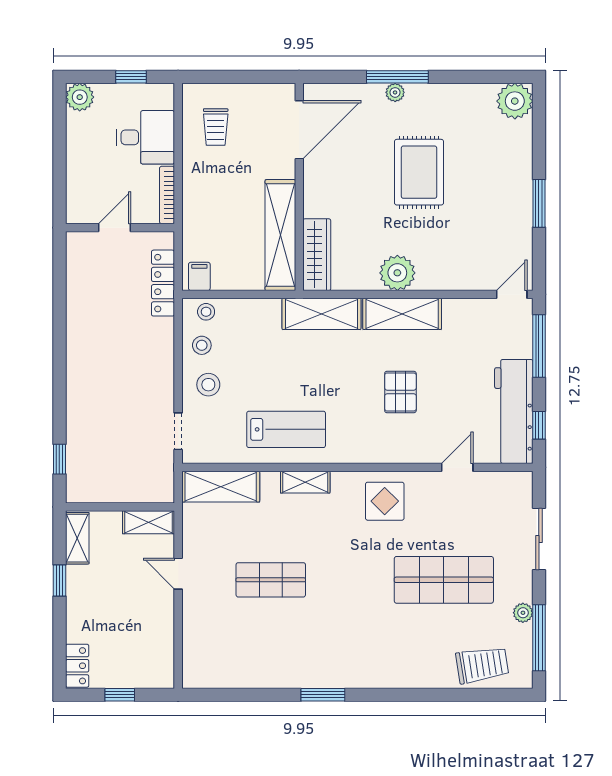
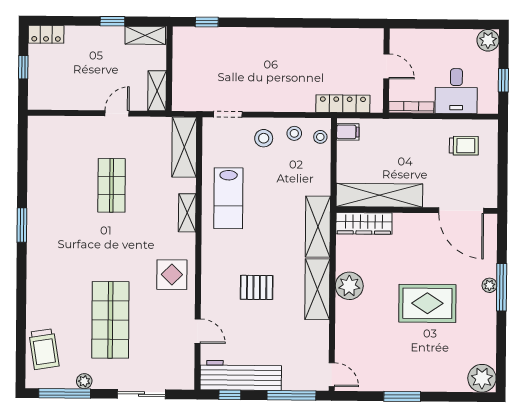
trolley: (216, 127) -> (464, 146), turned 180

